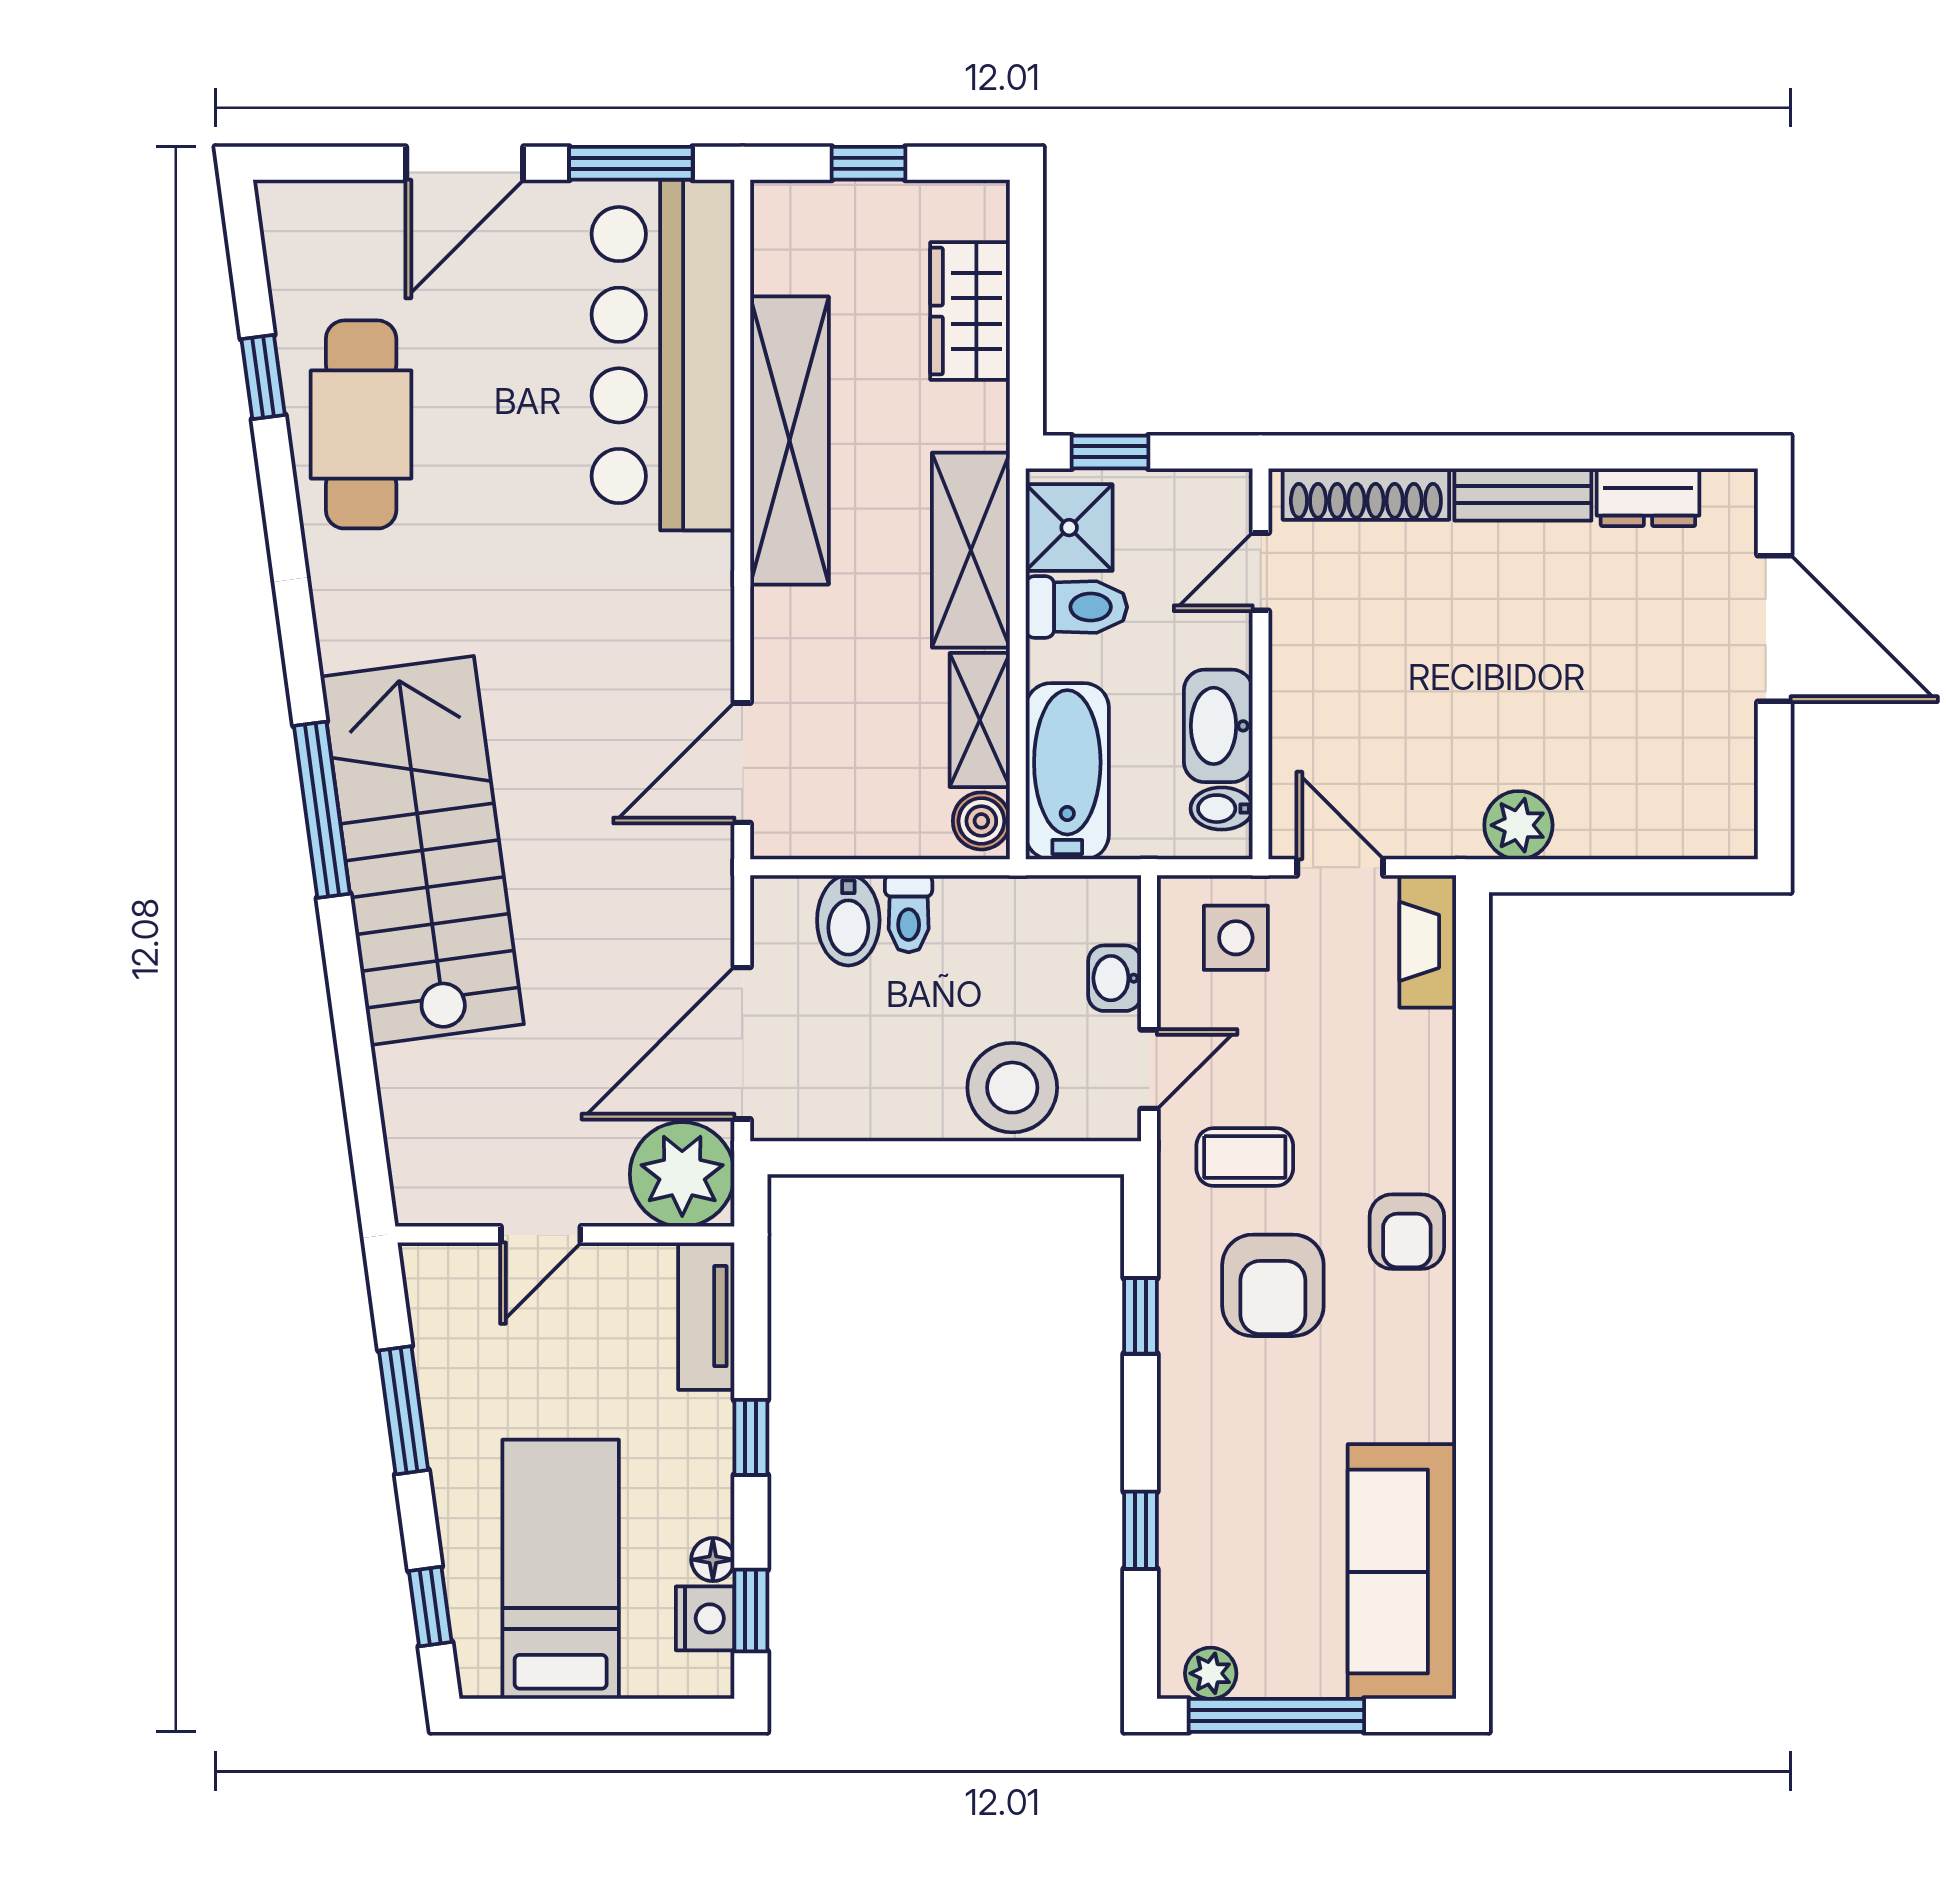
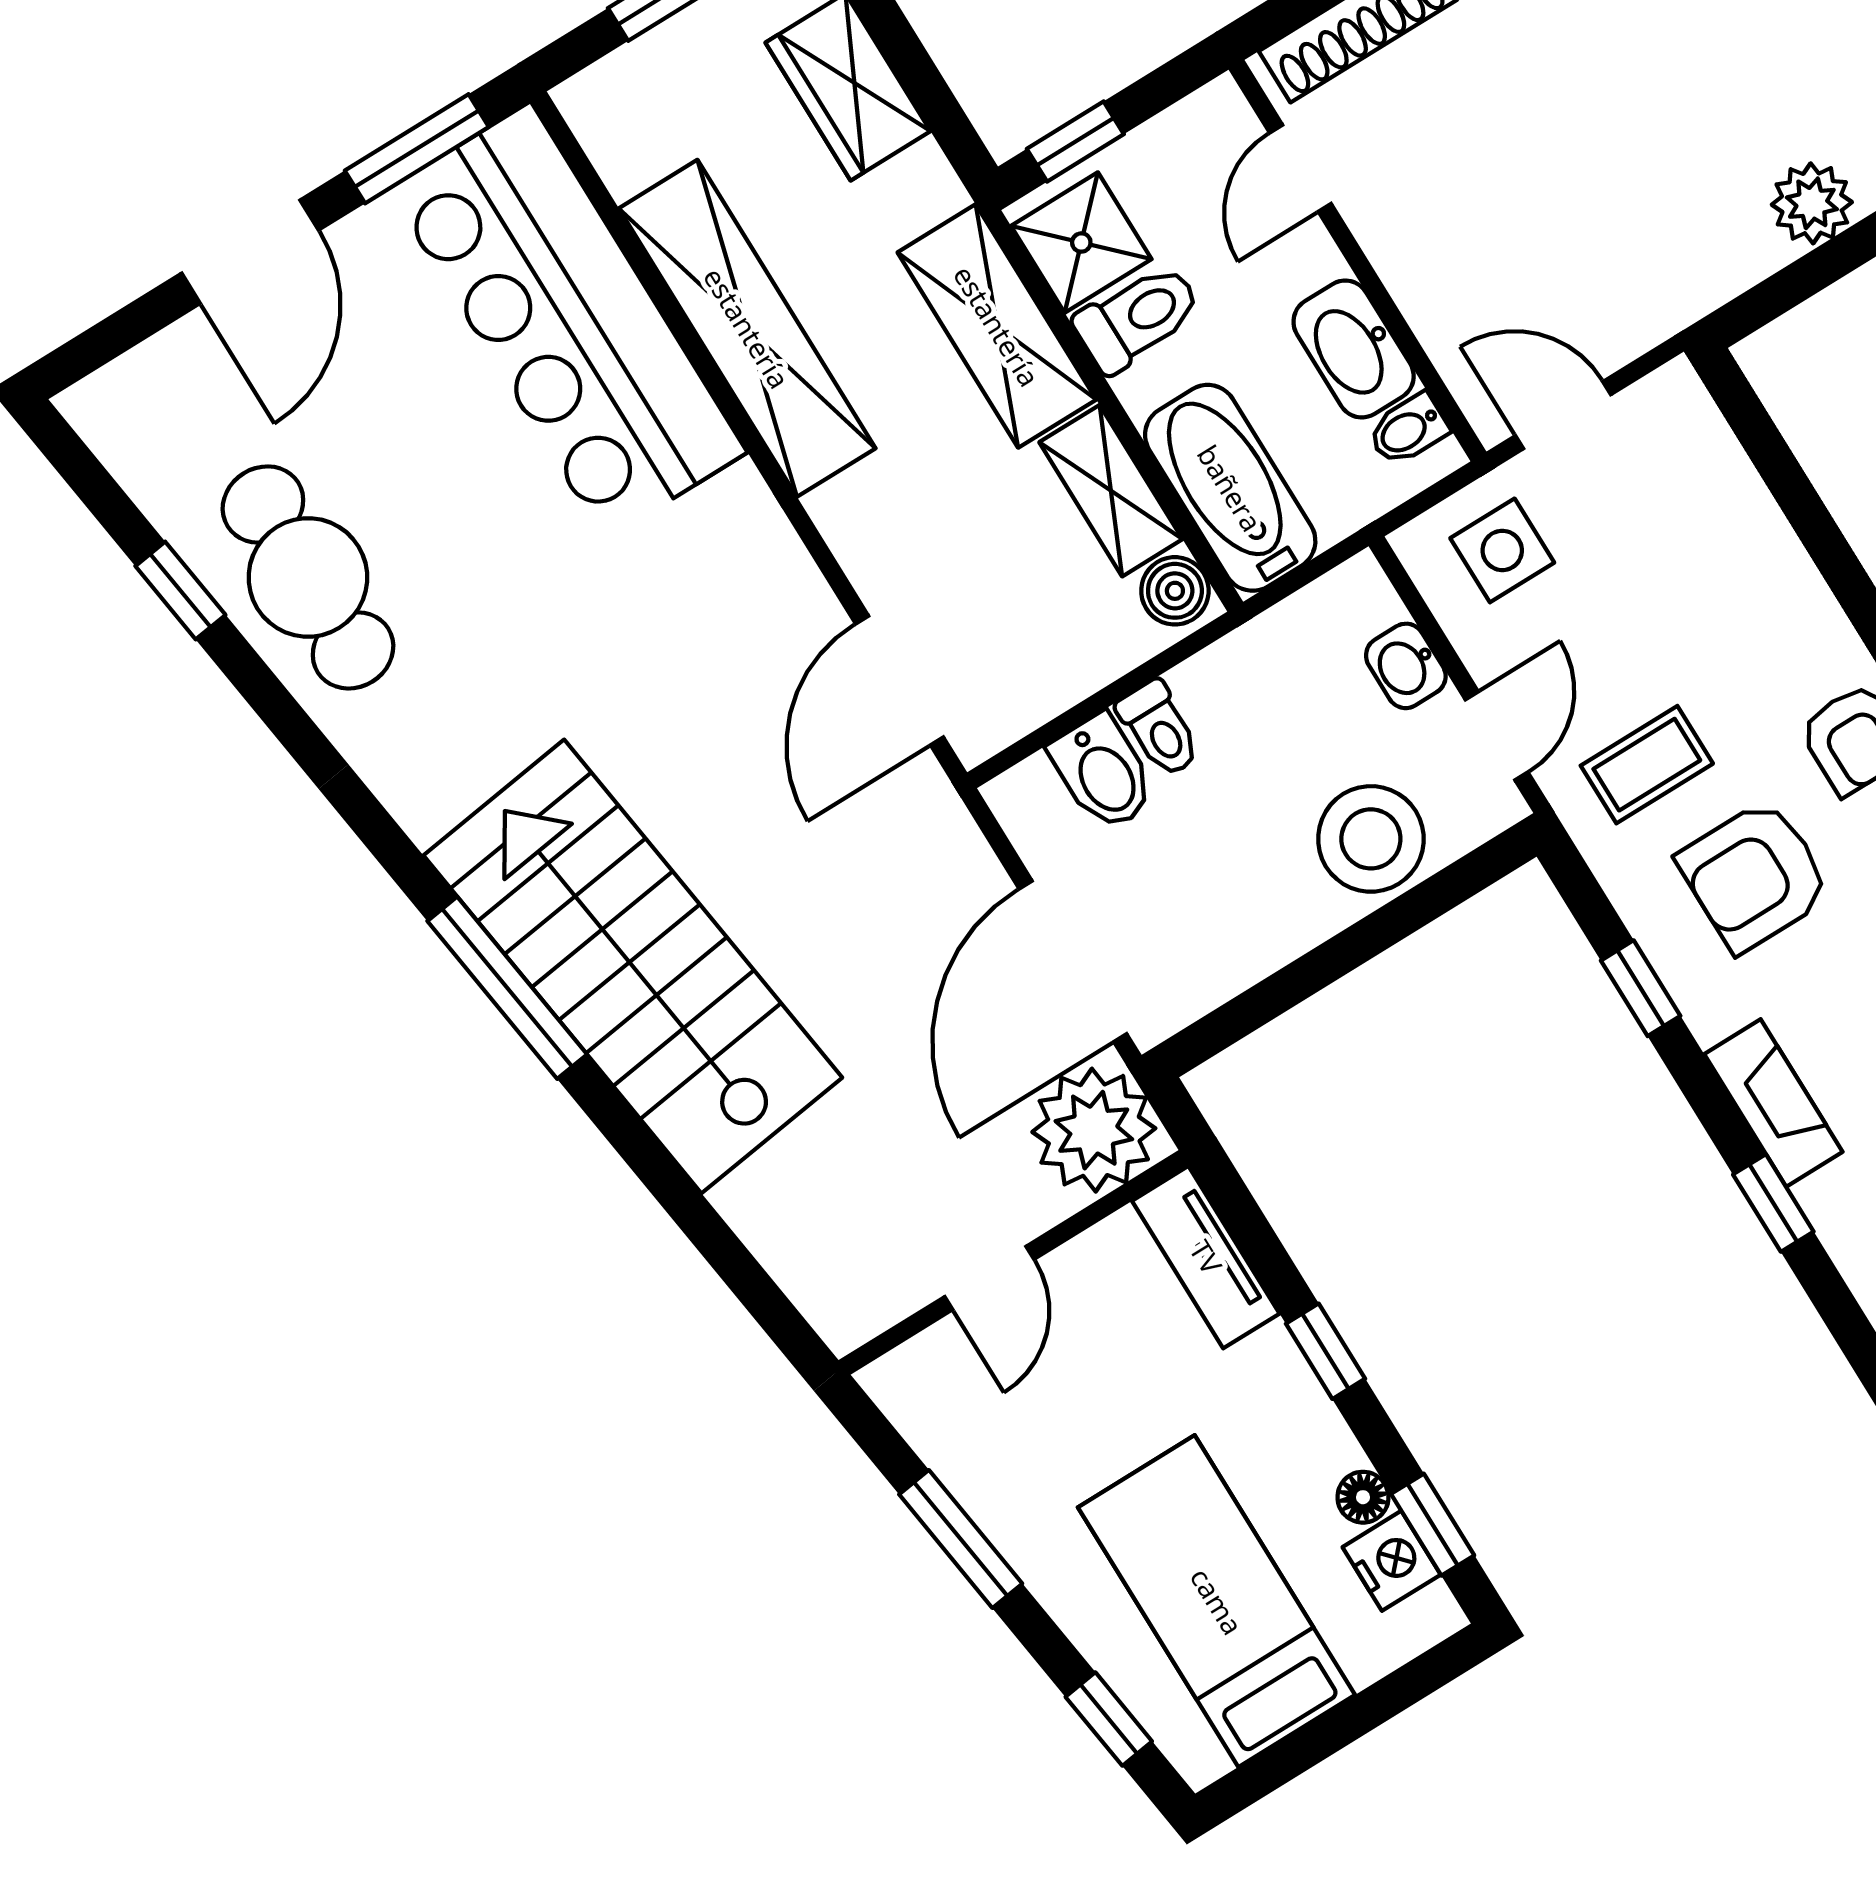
plant: (1518, 825) -> (1812, 203), moved
fireplace: (1428, 941) -> (1773, 1103), moved, turned 180
armchair: (1273, 1285) -> (1754, 876), turned 90

